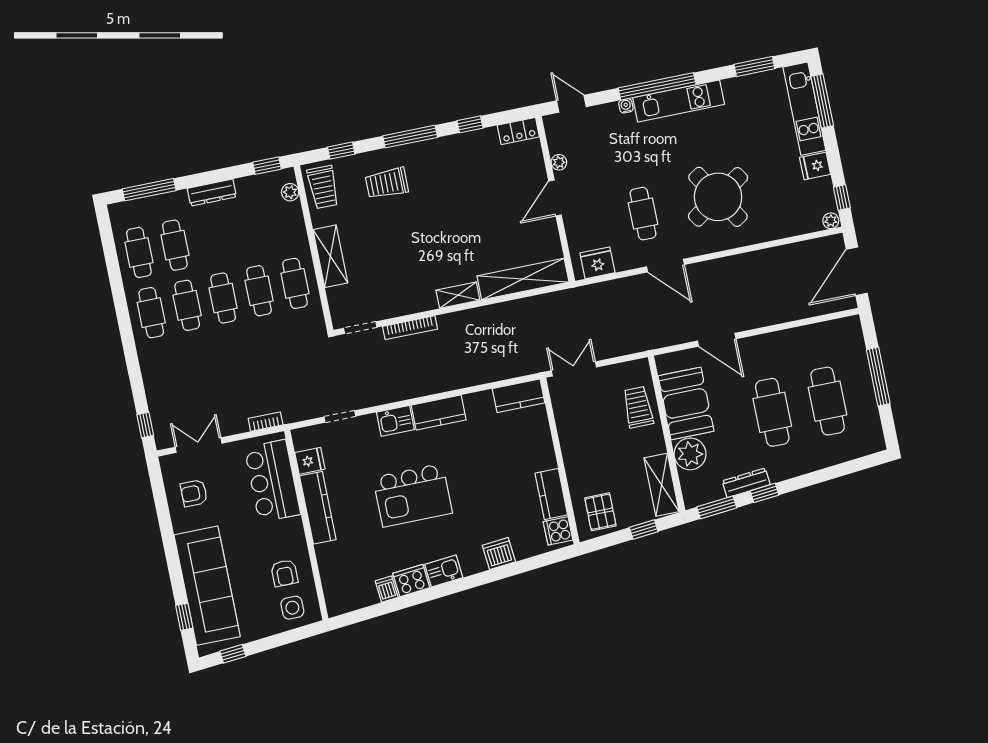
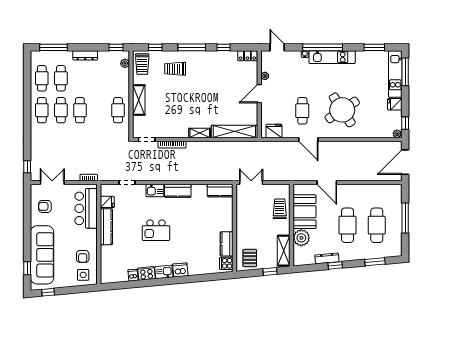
cafe table: (259, 291) -> (99, 110), removed
kitchen island: (413, 495) -> (156, 230), width x0.73, depth x0.78
window: (717, 507) -> (375, 262), moved
dishwasher: (499, 554) -> (180, 270), moved

